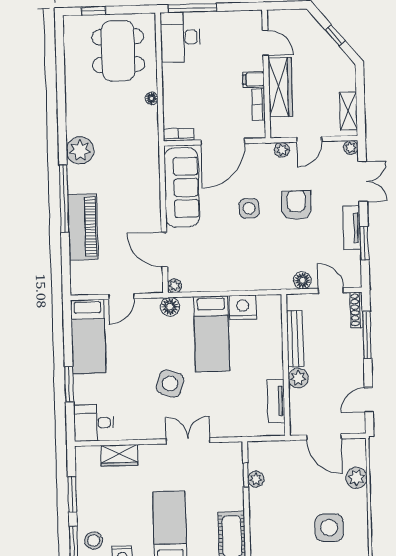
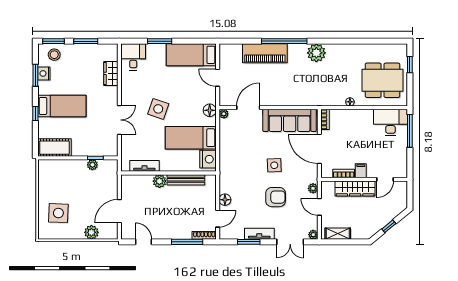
bench: (295, 339) -> (186, 180), moved
wall: (286, 365) -> (168, 173), moved
plant: (298, 378) -> (159, 181), moved
tv unit: (276, 401) -> (144, 166), moved

